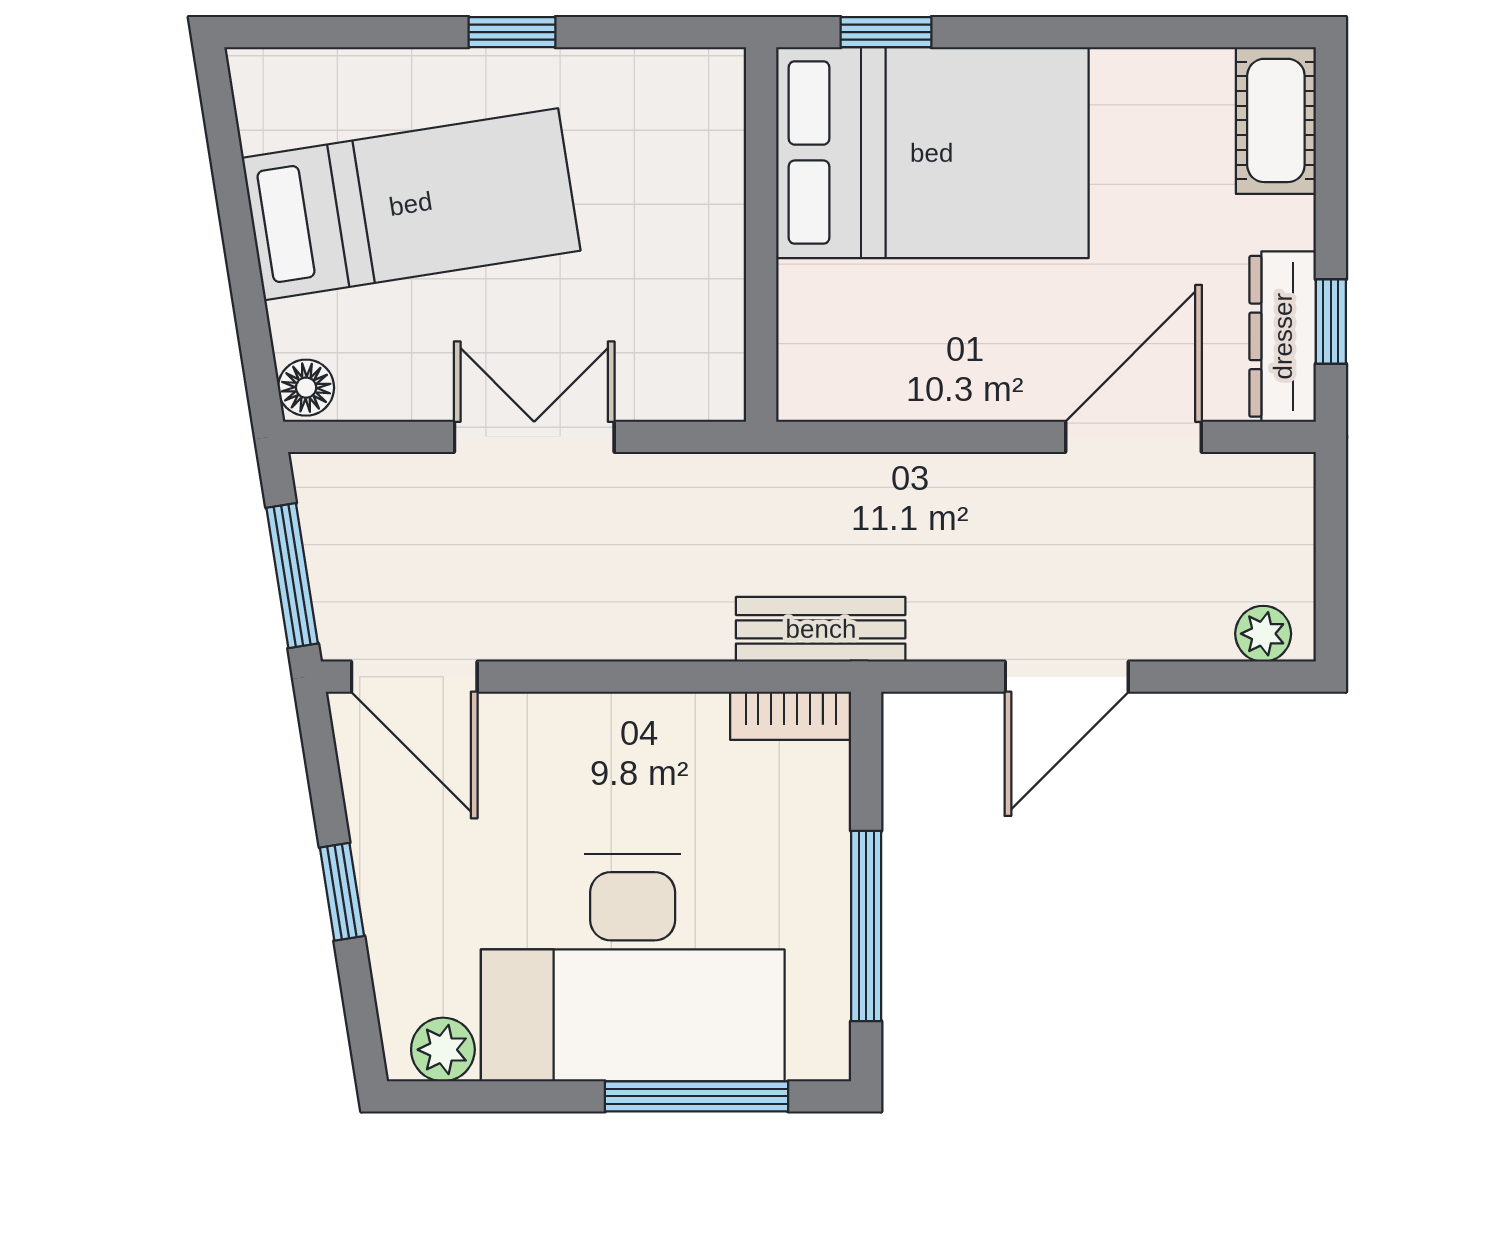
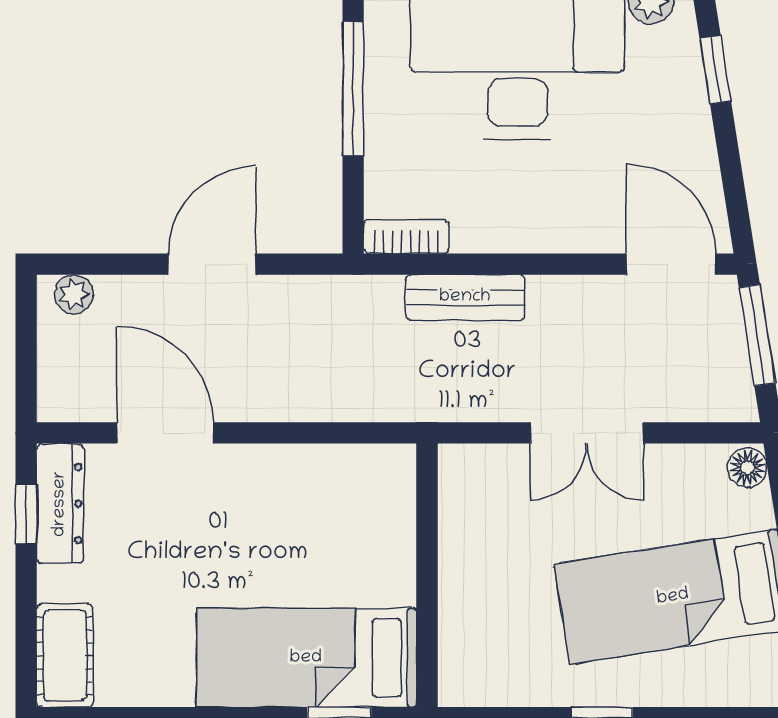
bed: (932, 153) -> (306, 658), width x0.67
door: (1134, 437) -> (165, 433), swing flipped
bench: (821, 629) -> (465, 297), moved
window: (342, 892) -> (715, 70), moved

